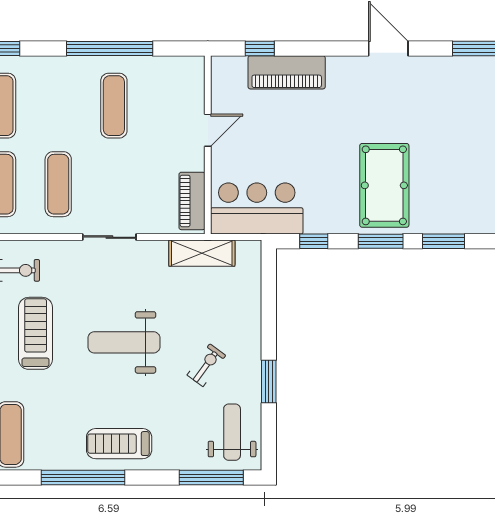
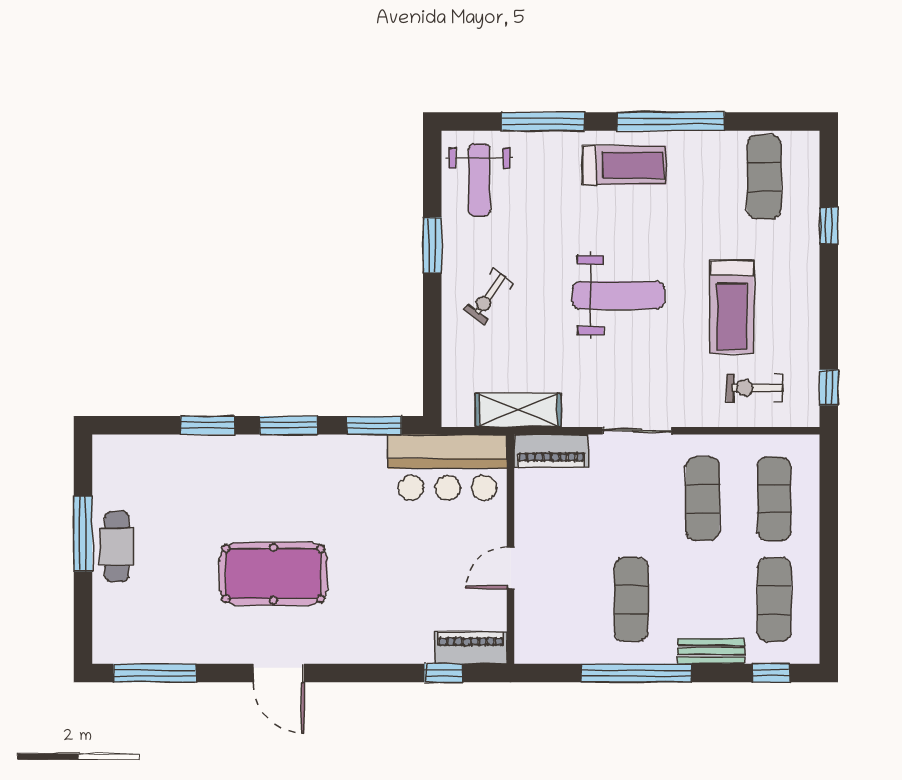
bench: (52, 66) -> (711, 651), added
piano: (287, 72) -> (471, 648), moved, width x0.73, depth x0.75
pool table: (384, 185) -> (273, 574), moved, turned 90
piano: (192, 201) -> (551, 451), moved, turned 90
window: (314, 241) -> (374, 425), width x1.50
exercise bike: (206, 365) -> (489, 296), moved
window: (211, 478) -> (543, 121), moved

